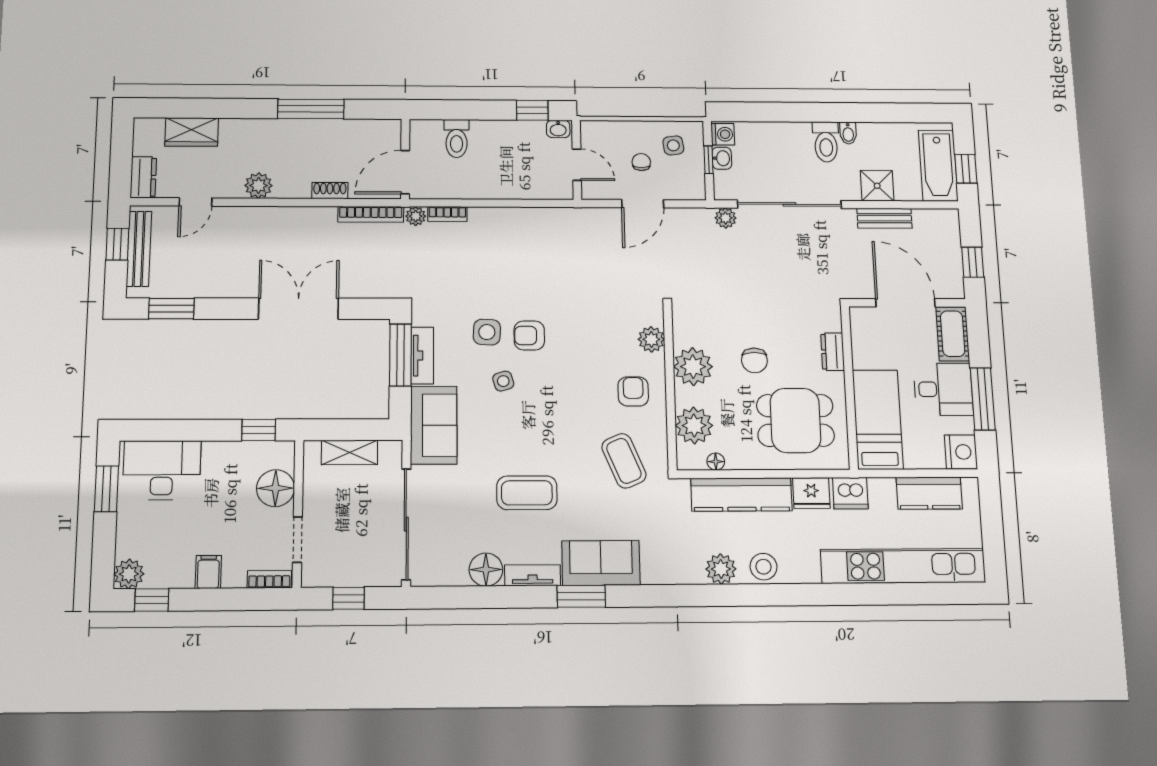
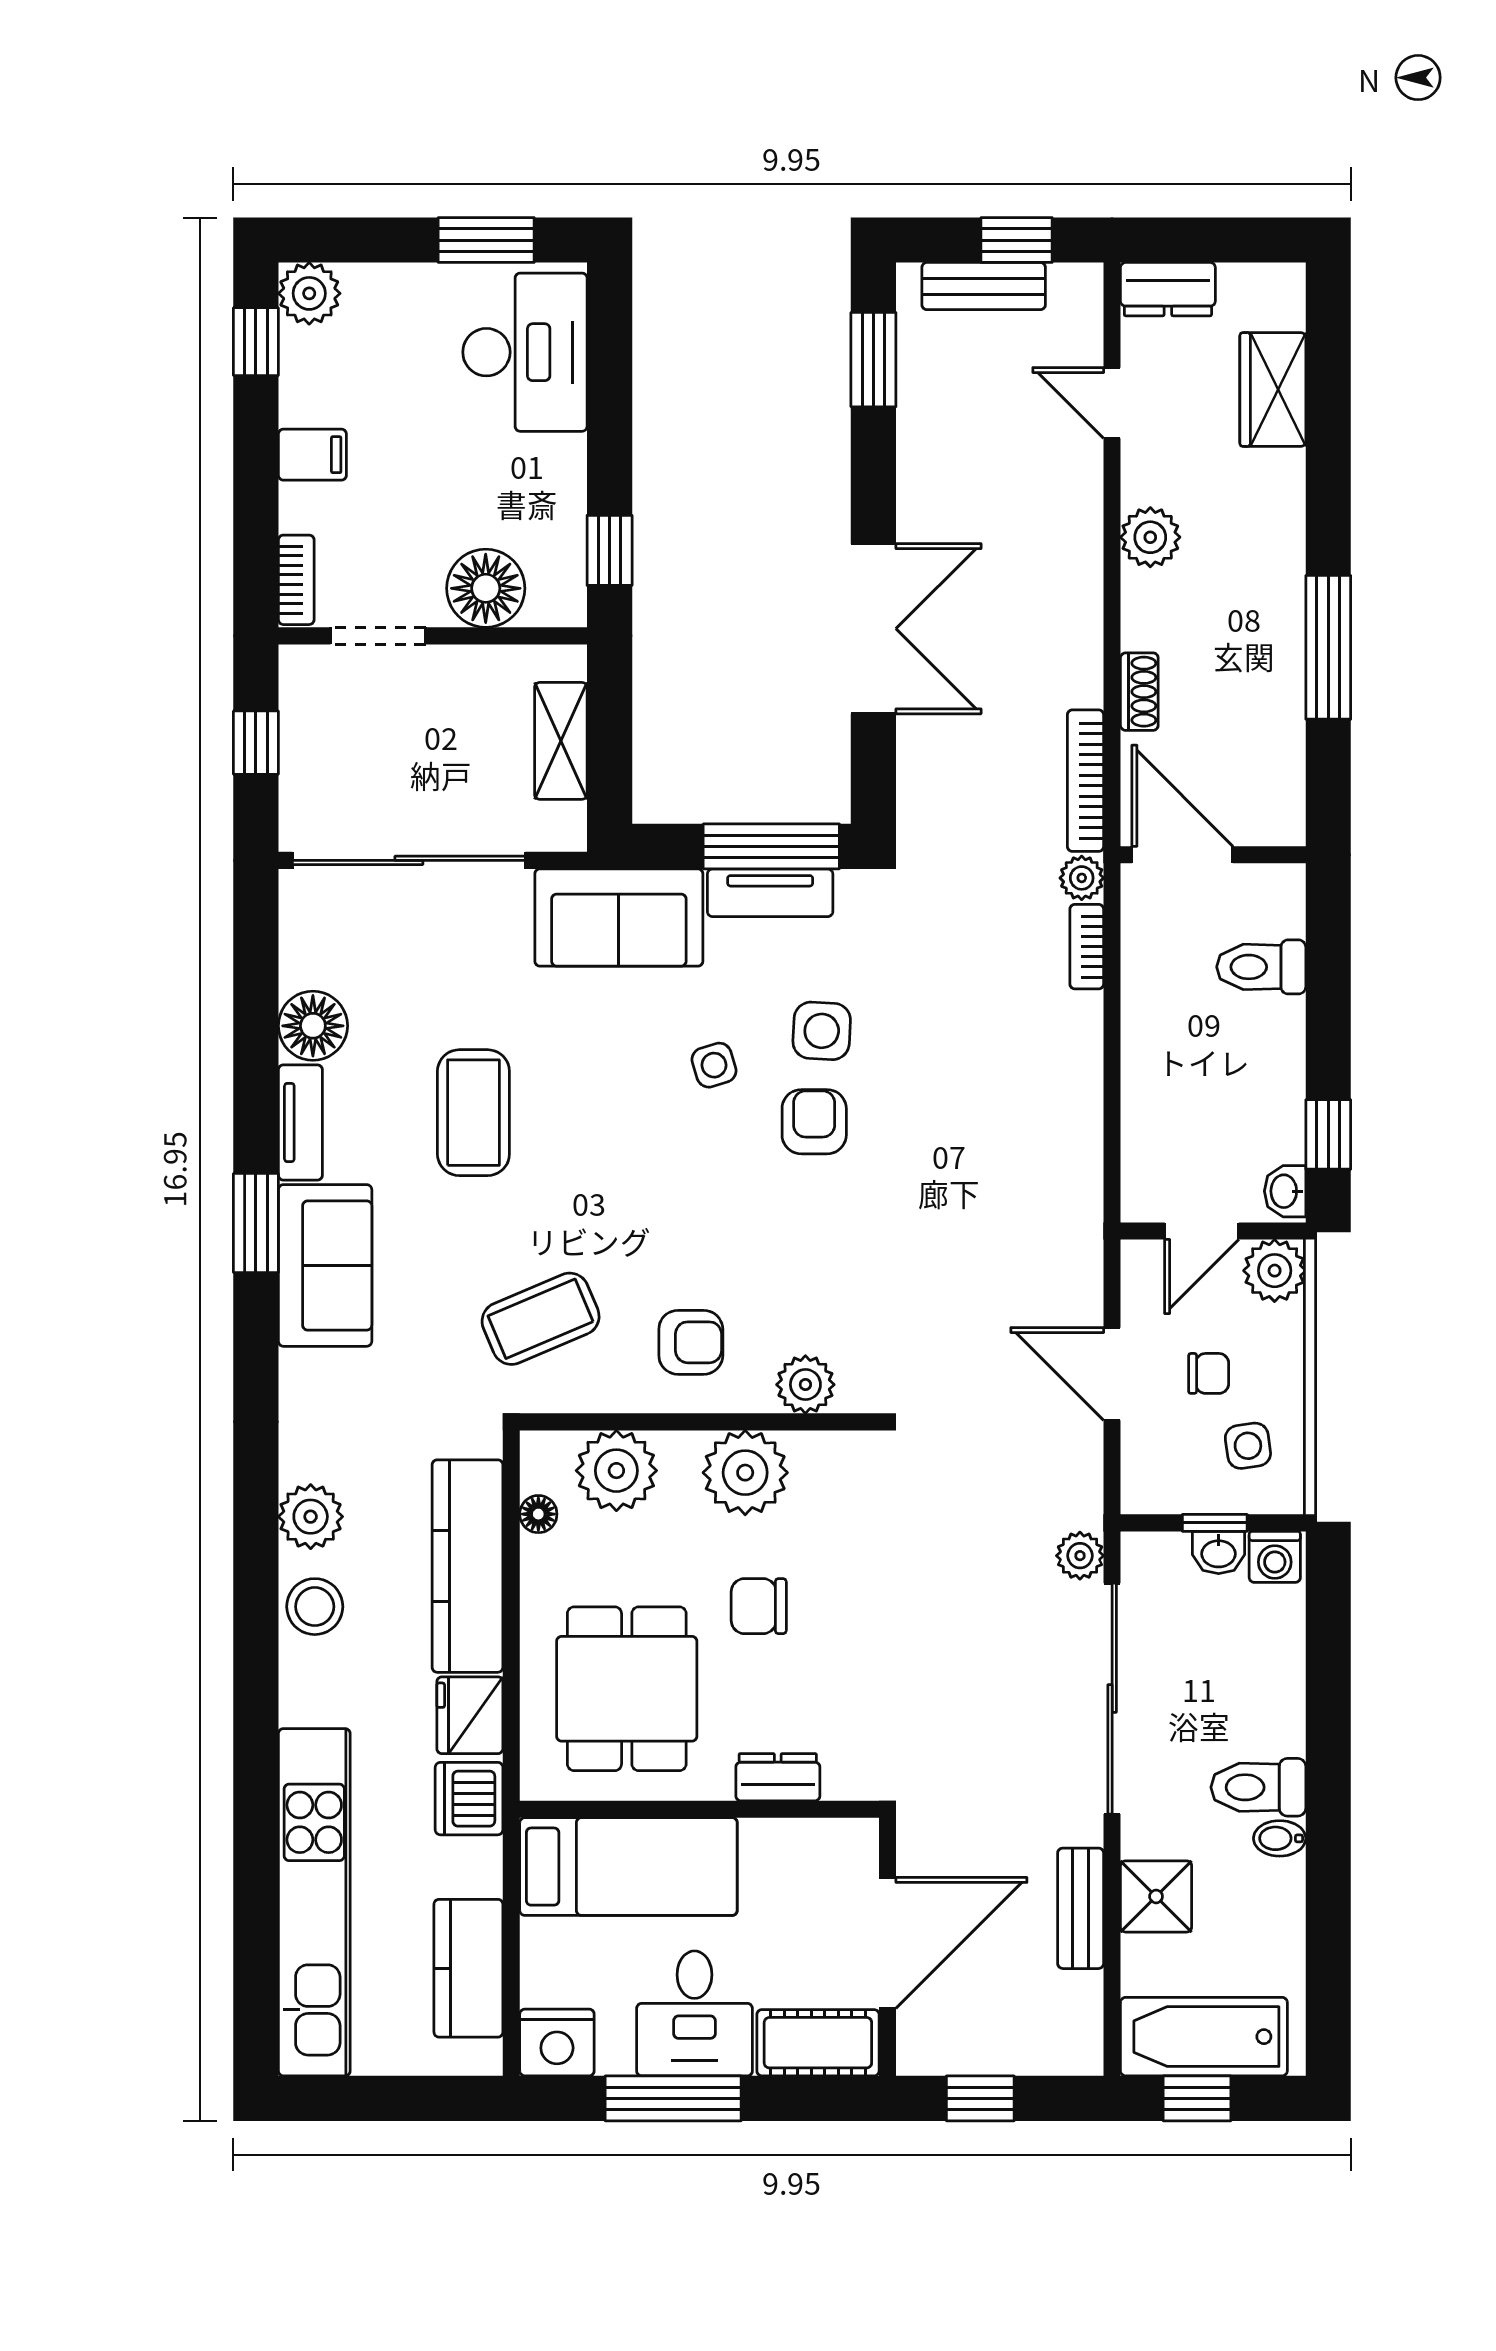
plant: (594, 134) -> (1275, 1271), added
bench: (139, 249) -> (984, 286), width x0.73

